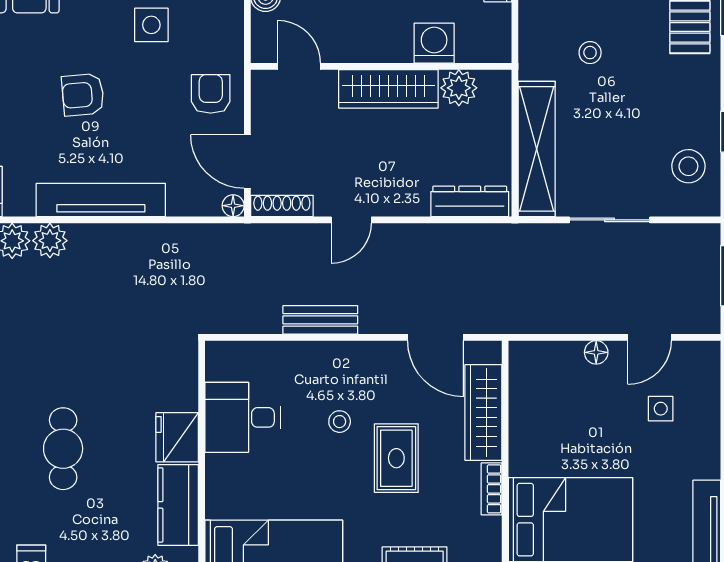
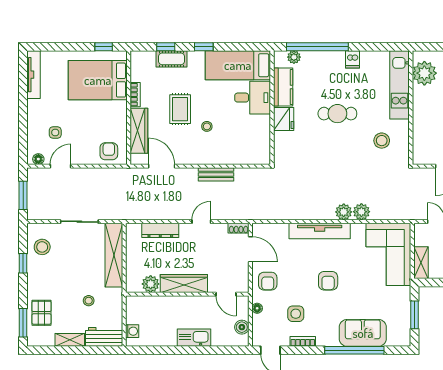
washing machine: (434, 43) -> (162, 305), removed
armchair: (83, 95) -> (328, 281), turned 95
dresser: (470, 201) -> (160, 230), moved
floor lamp: (233, 206) -> (257, 308), moved
shoe rack: (282, 206) -> (239, 228), width x0.70
floor lamp: (596, 352) -> (38, 159), moved
armchair: (547, 369) -> (109, 151), added
desk: (243, 417) -> (253, 98), moved
cafe table: (63, 449) -> (337, 114), turned 90

